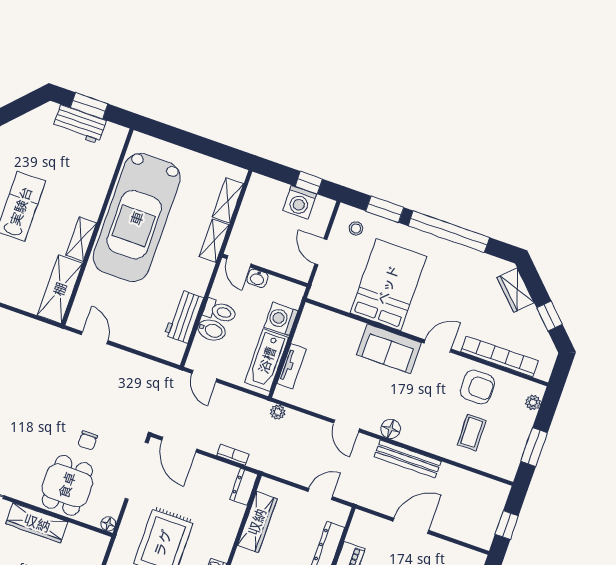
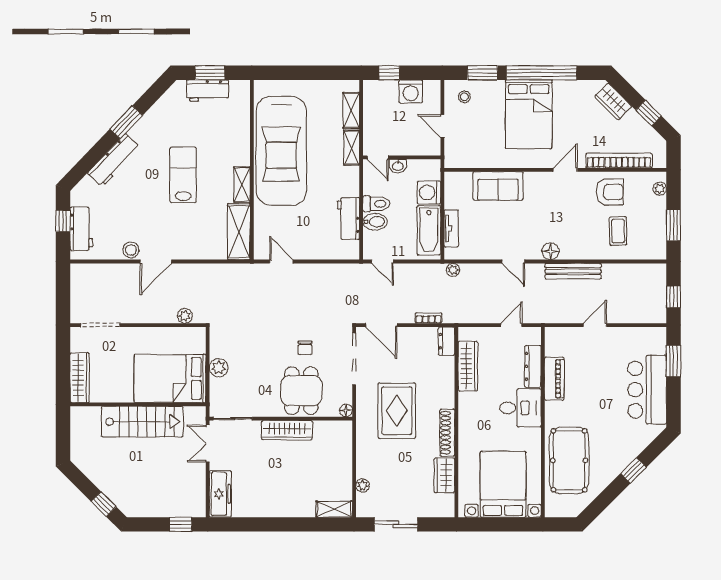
window: (309, 183) -> (389, 73), moved
bed: (388, 285) -> (529, 114), moved, turned 180
sofa: (389, 349) -> (498, 186), moved
door: (411, 526) -> (595, 325), width x0.73

